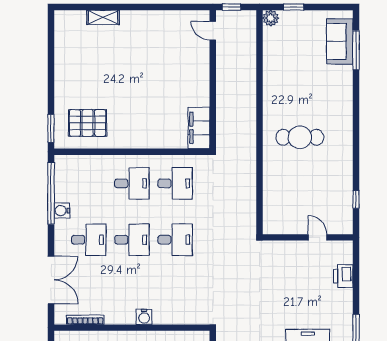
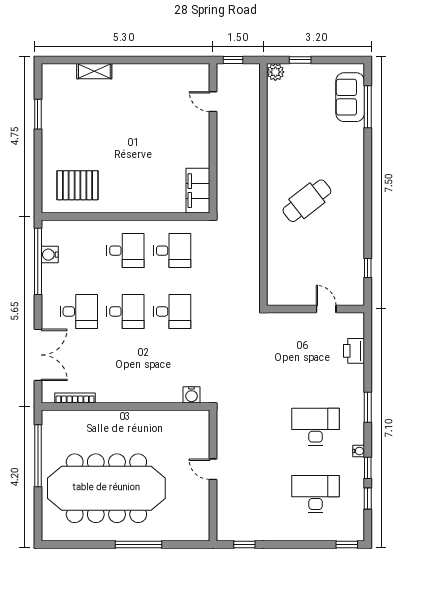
door: (213, 31) -> (213, 102), moved
window: (51, 128) -> (38, 114), moved
cafe table: (300, 137) -> (307, 201), turned -38
water cooler: (62, 211) -> (50, 255), moved
water cooler: (144, 317) -> (192, 395), moved

